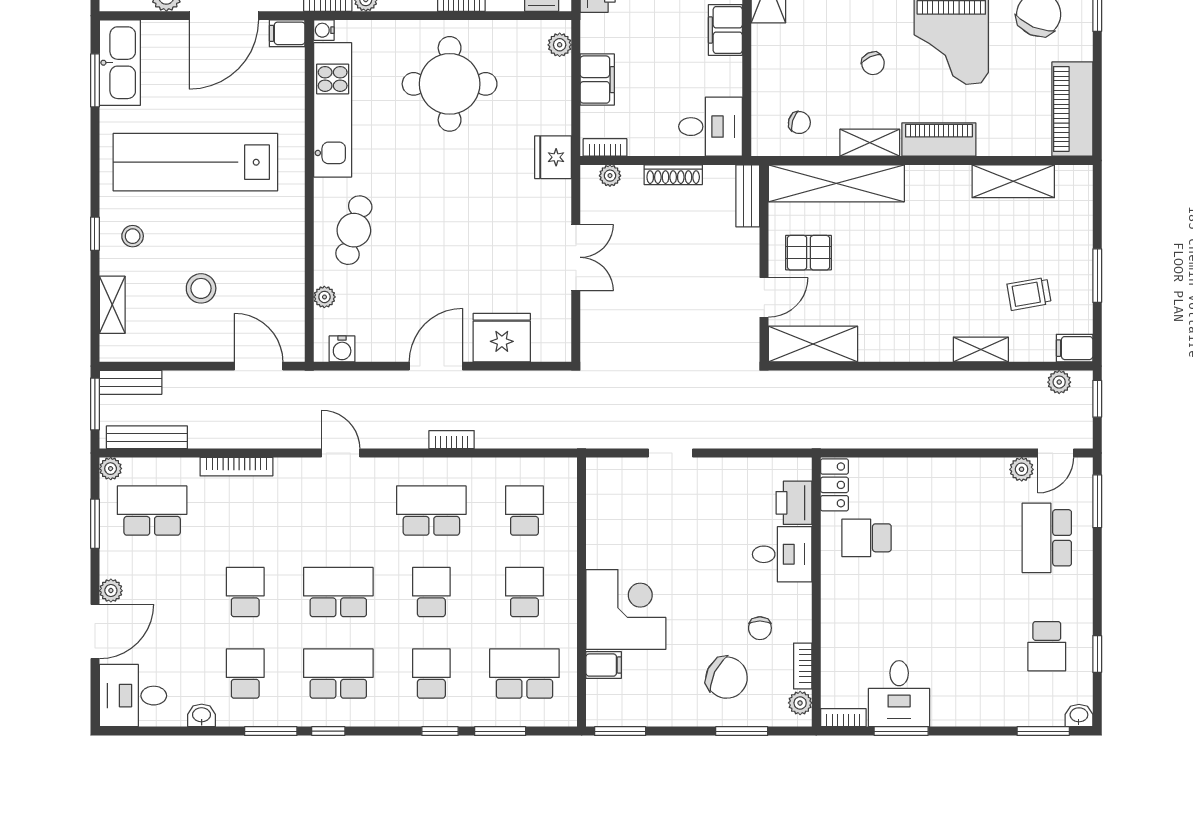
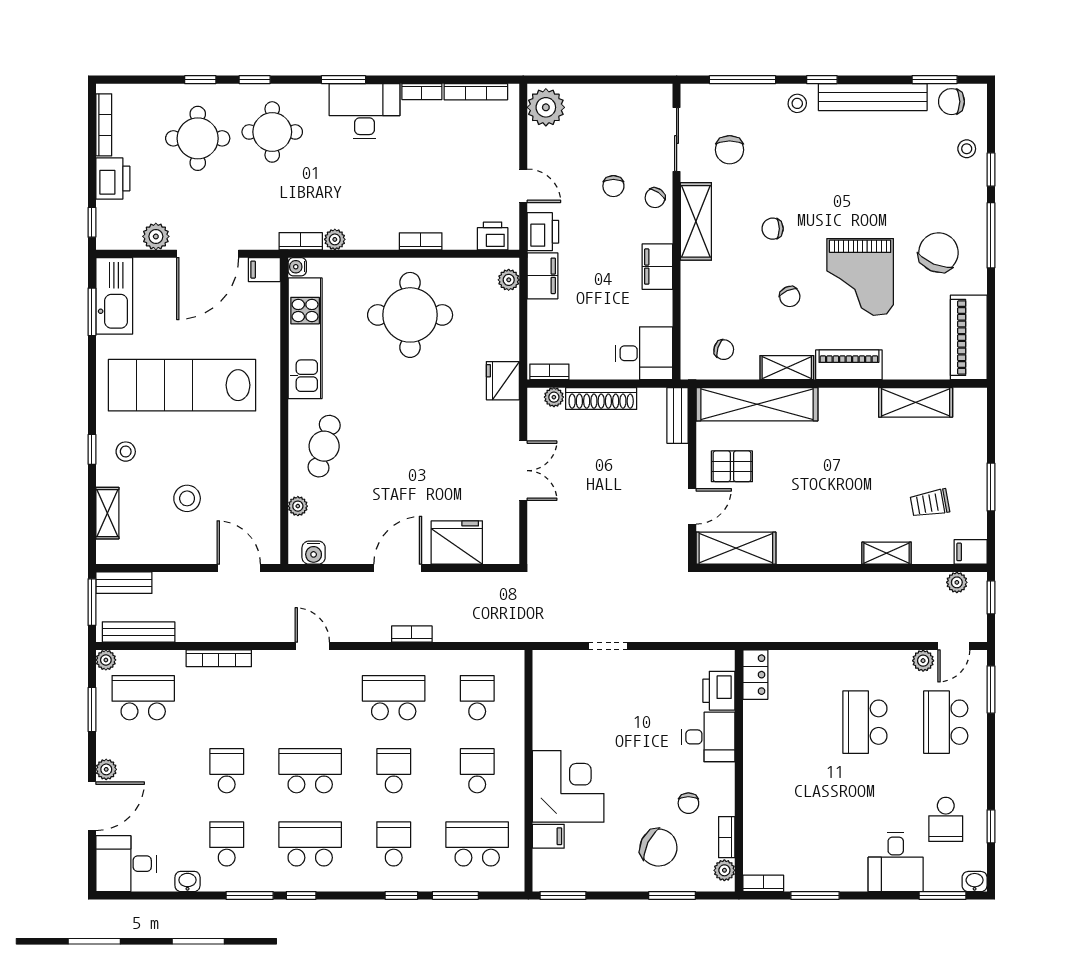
filing cabinet: (597, 80) -> (542, 276), moved
shoe rack: (673, 175) -> (601, 398), width x1.36, depth x1.24
school desk: (867, 538) -> (865, 722), moved, width x1.85
desk: (899, 694) -> (896, 862), moved

